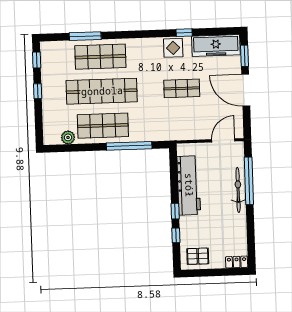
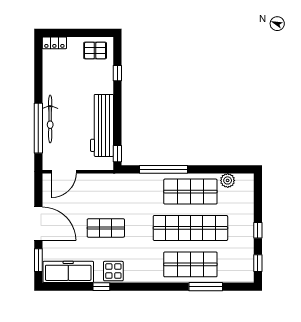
window: (175, 211) -> (117, 154), moved

